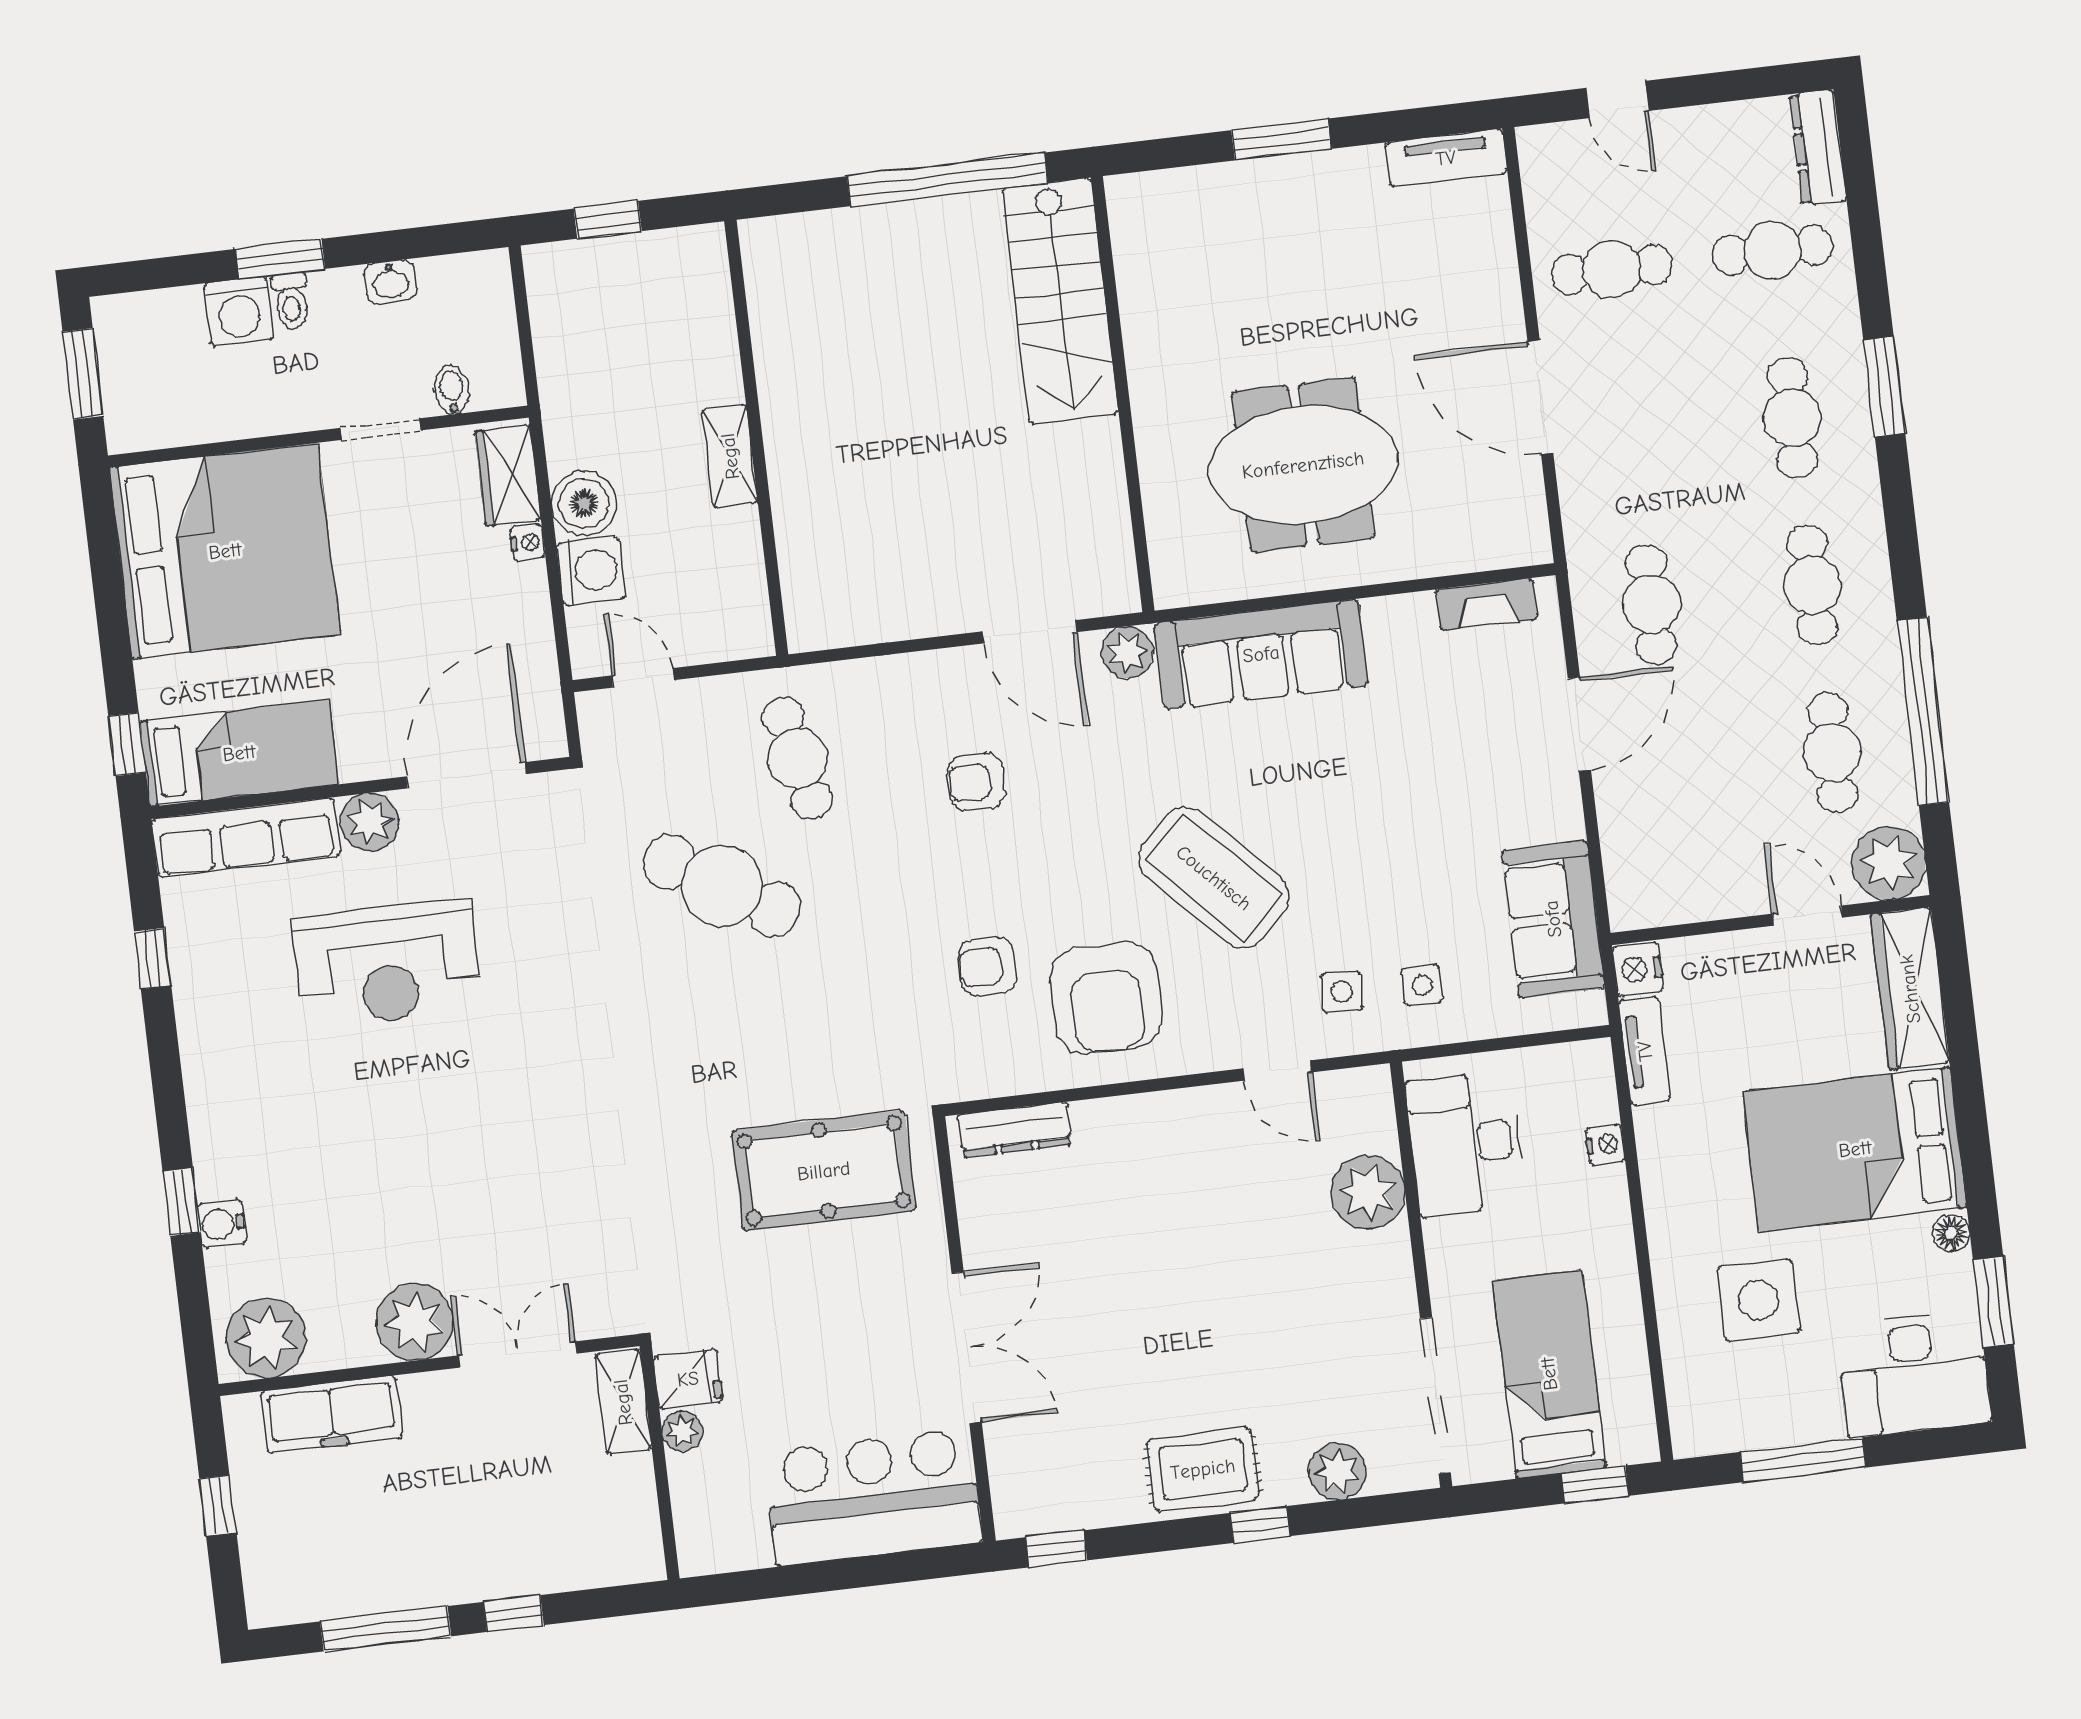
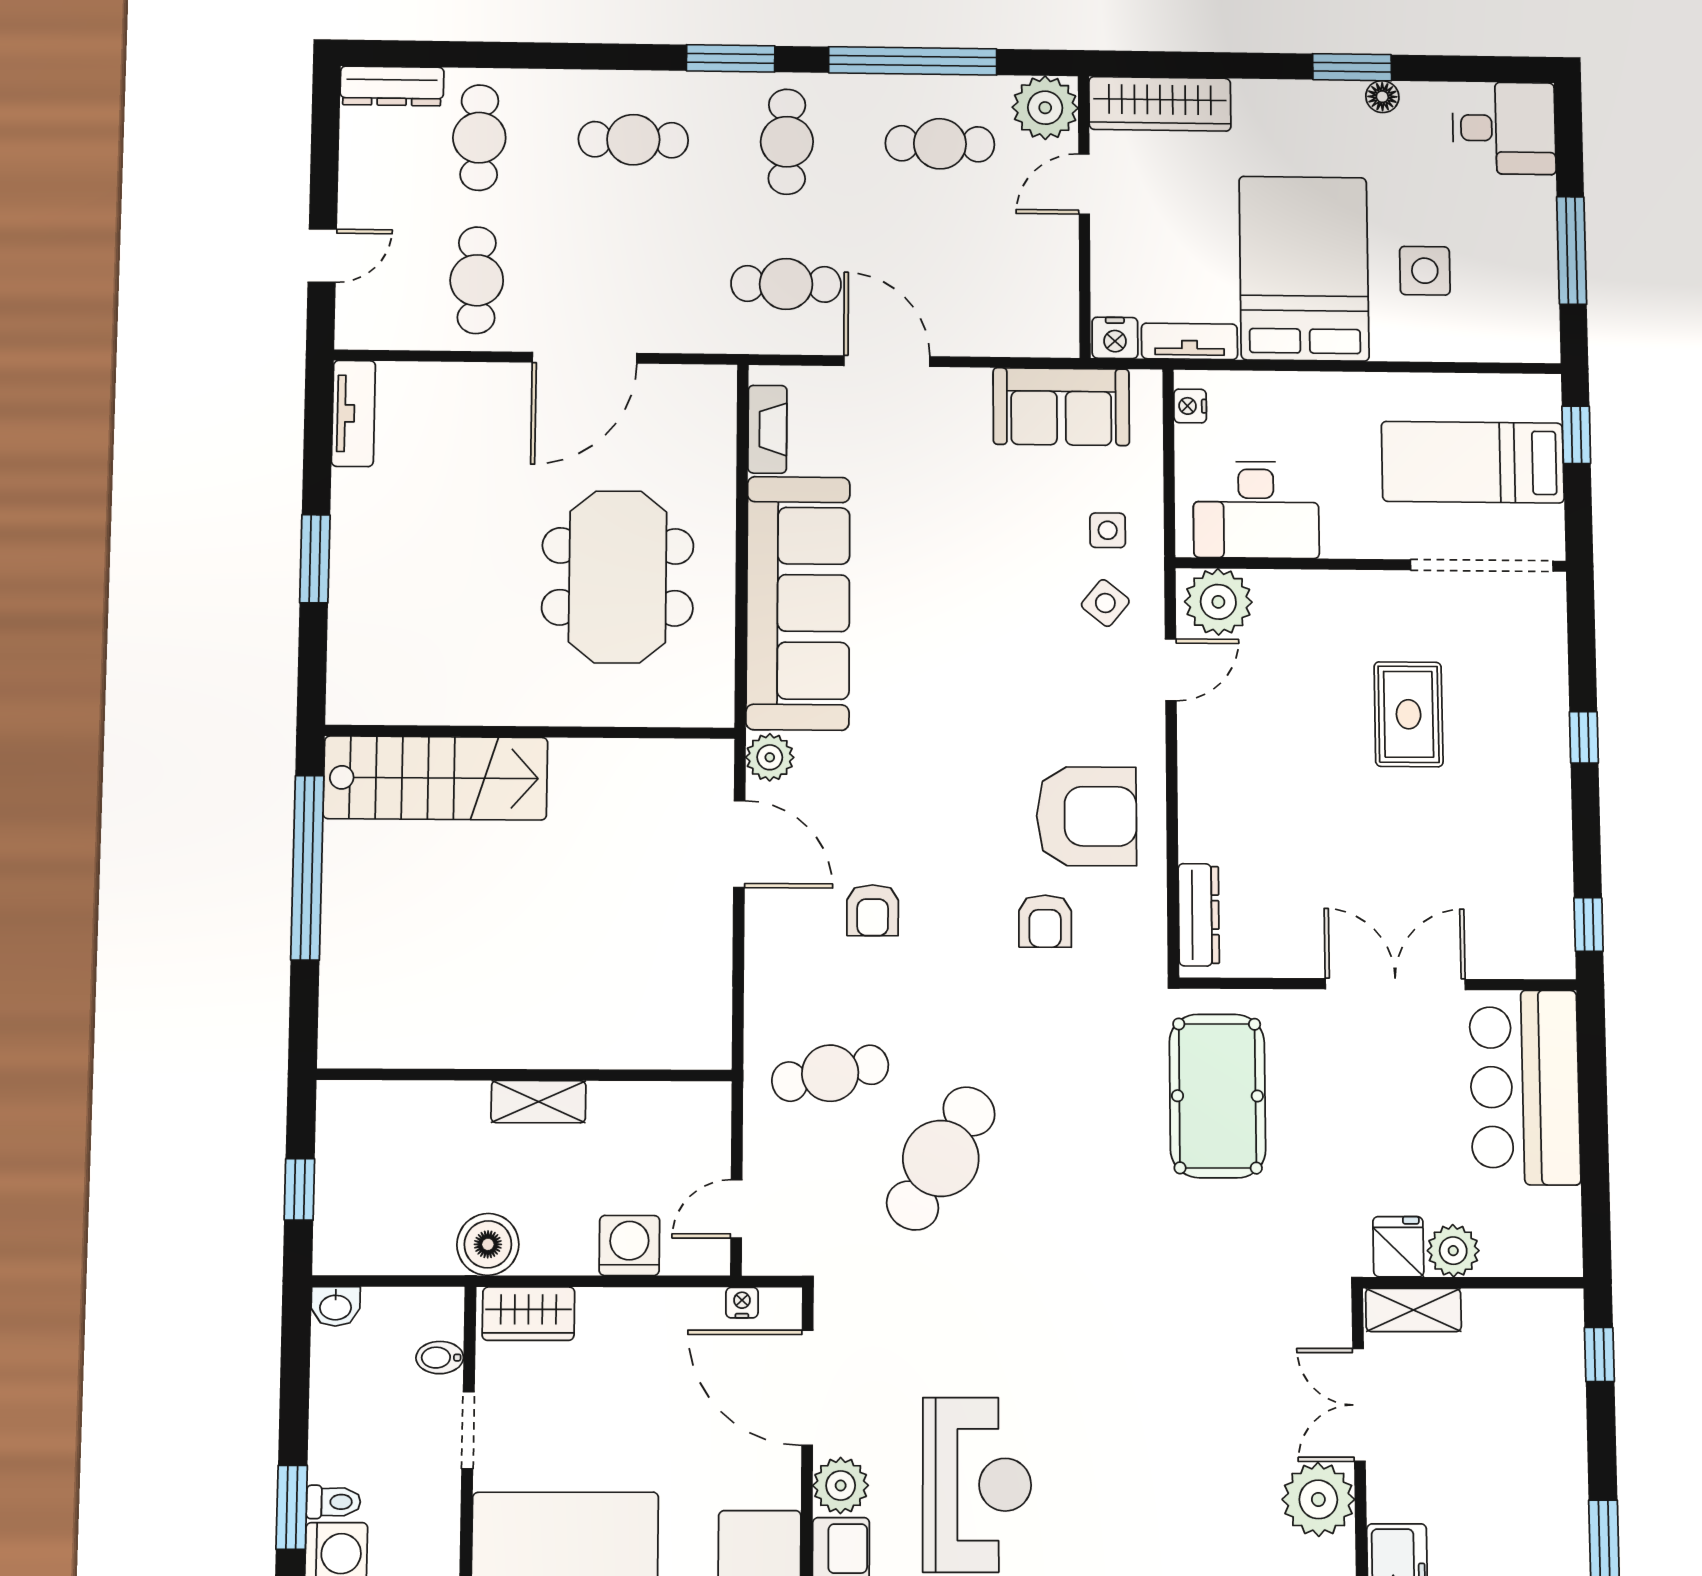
washbasin: (391, 282) -> (336, 1306), moved, turned 90
window: (1884, 387) -> (731, 58), moved
boiler: (584, 503) -> (488, 1244), moved
nightstand: (528, 542) -> (742, 1303), moved
cafe table: (1812, 585) -> (787, 142), turned 90
door: (1030, 632) -> (739, 844), hinge flipped
sofa: (1261, 654) -> (798, 603), width x1.36, depth x1.27
coffee table: (1214, 878) -> (987, 705), removed
side table: (1342, 992) -> (1105, 603), turned 35
nightstand: (1605, 1144) -> (1190, 406), moved, turned -90
bed: (1855, 1149) -> (1304, 268), moved, turned 180
plant: (1368, 1192) -> (1218, 602), moved
side table: (1759, 1300) -> (1425, 271), width x0.73, depth x0.73
window: (1993, 1302) -> (1352, 67), moved
desk: (1913, 1374) -> (1504, 128), width x0.73
plant: (682, 1431) -> (1453, 1251), width x1.38, depth x1.38
rug: (1203, 1469) -> (1409, 714), moved
plant: (1337, 1471) -> (1542, 662), removed
window: (514, 1614) -> (1599, 1354), moved

